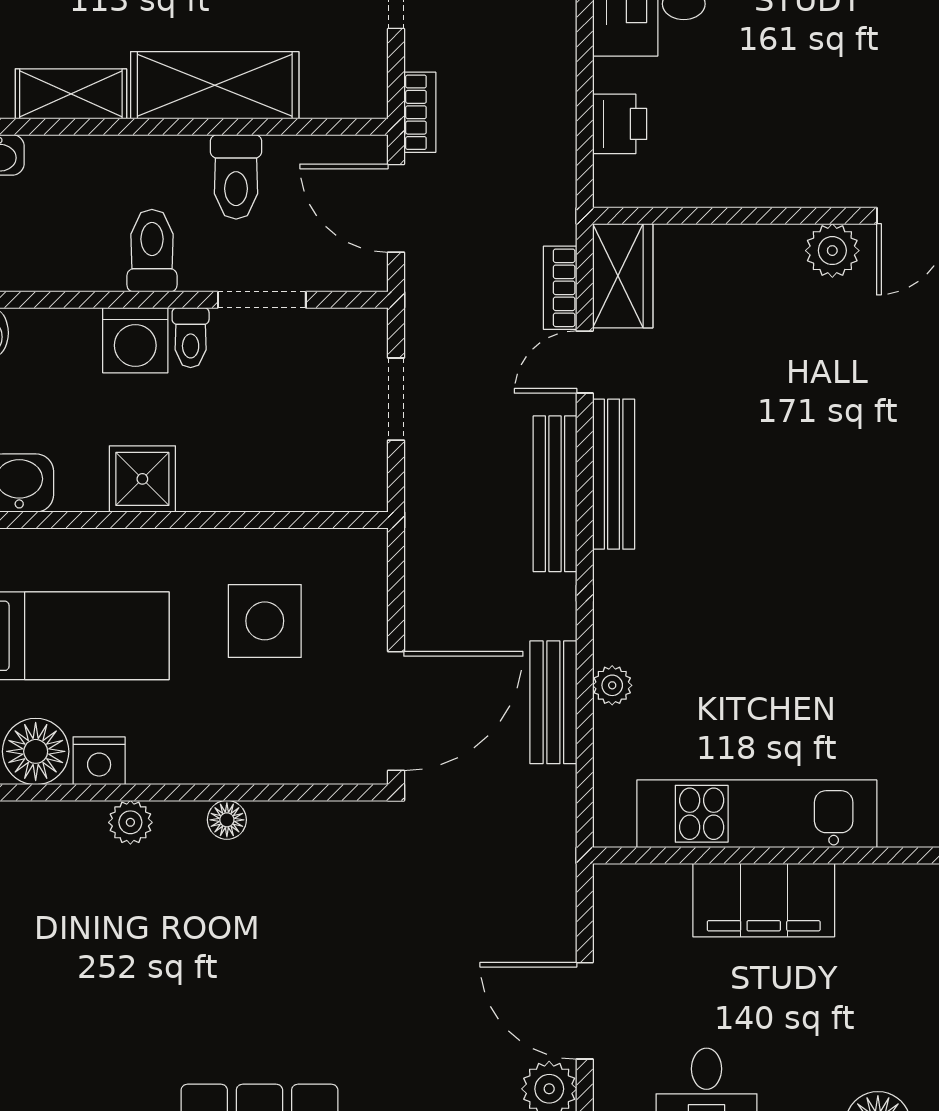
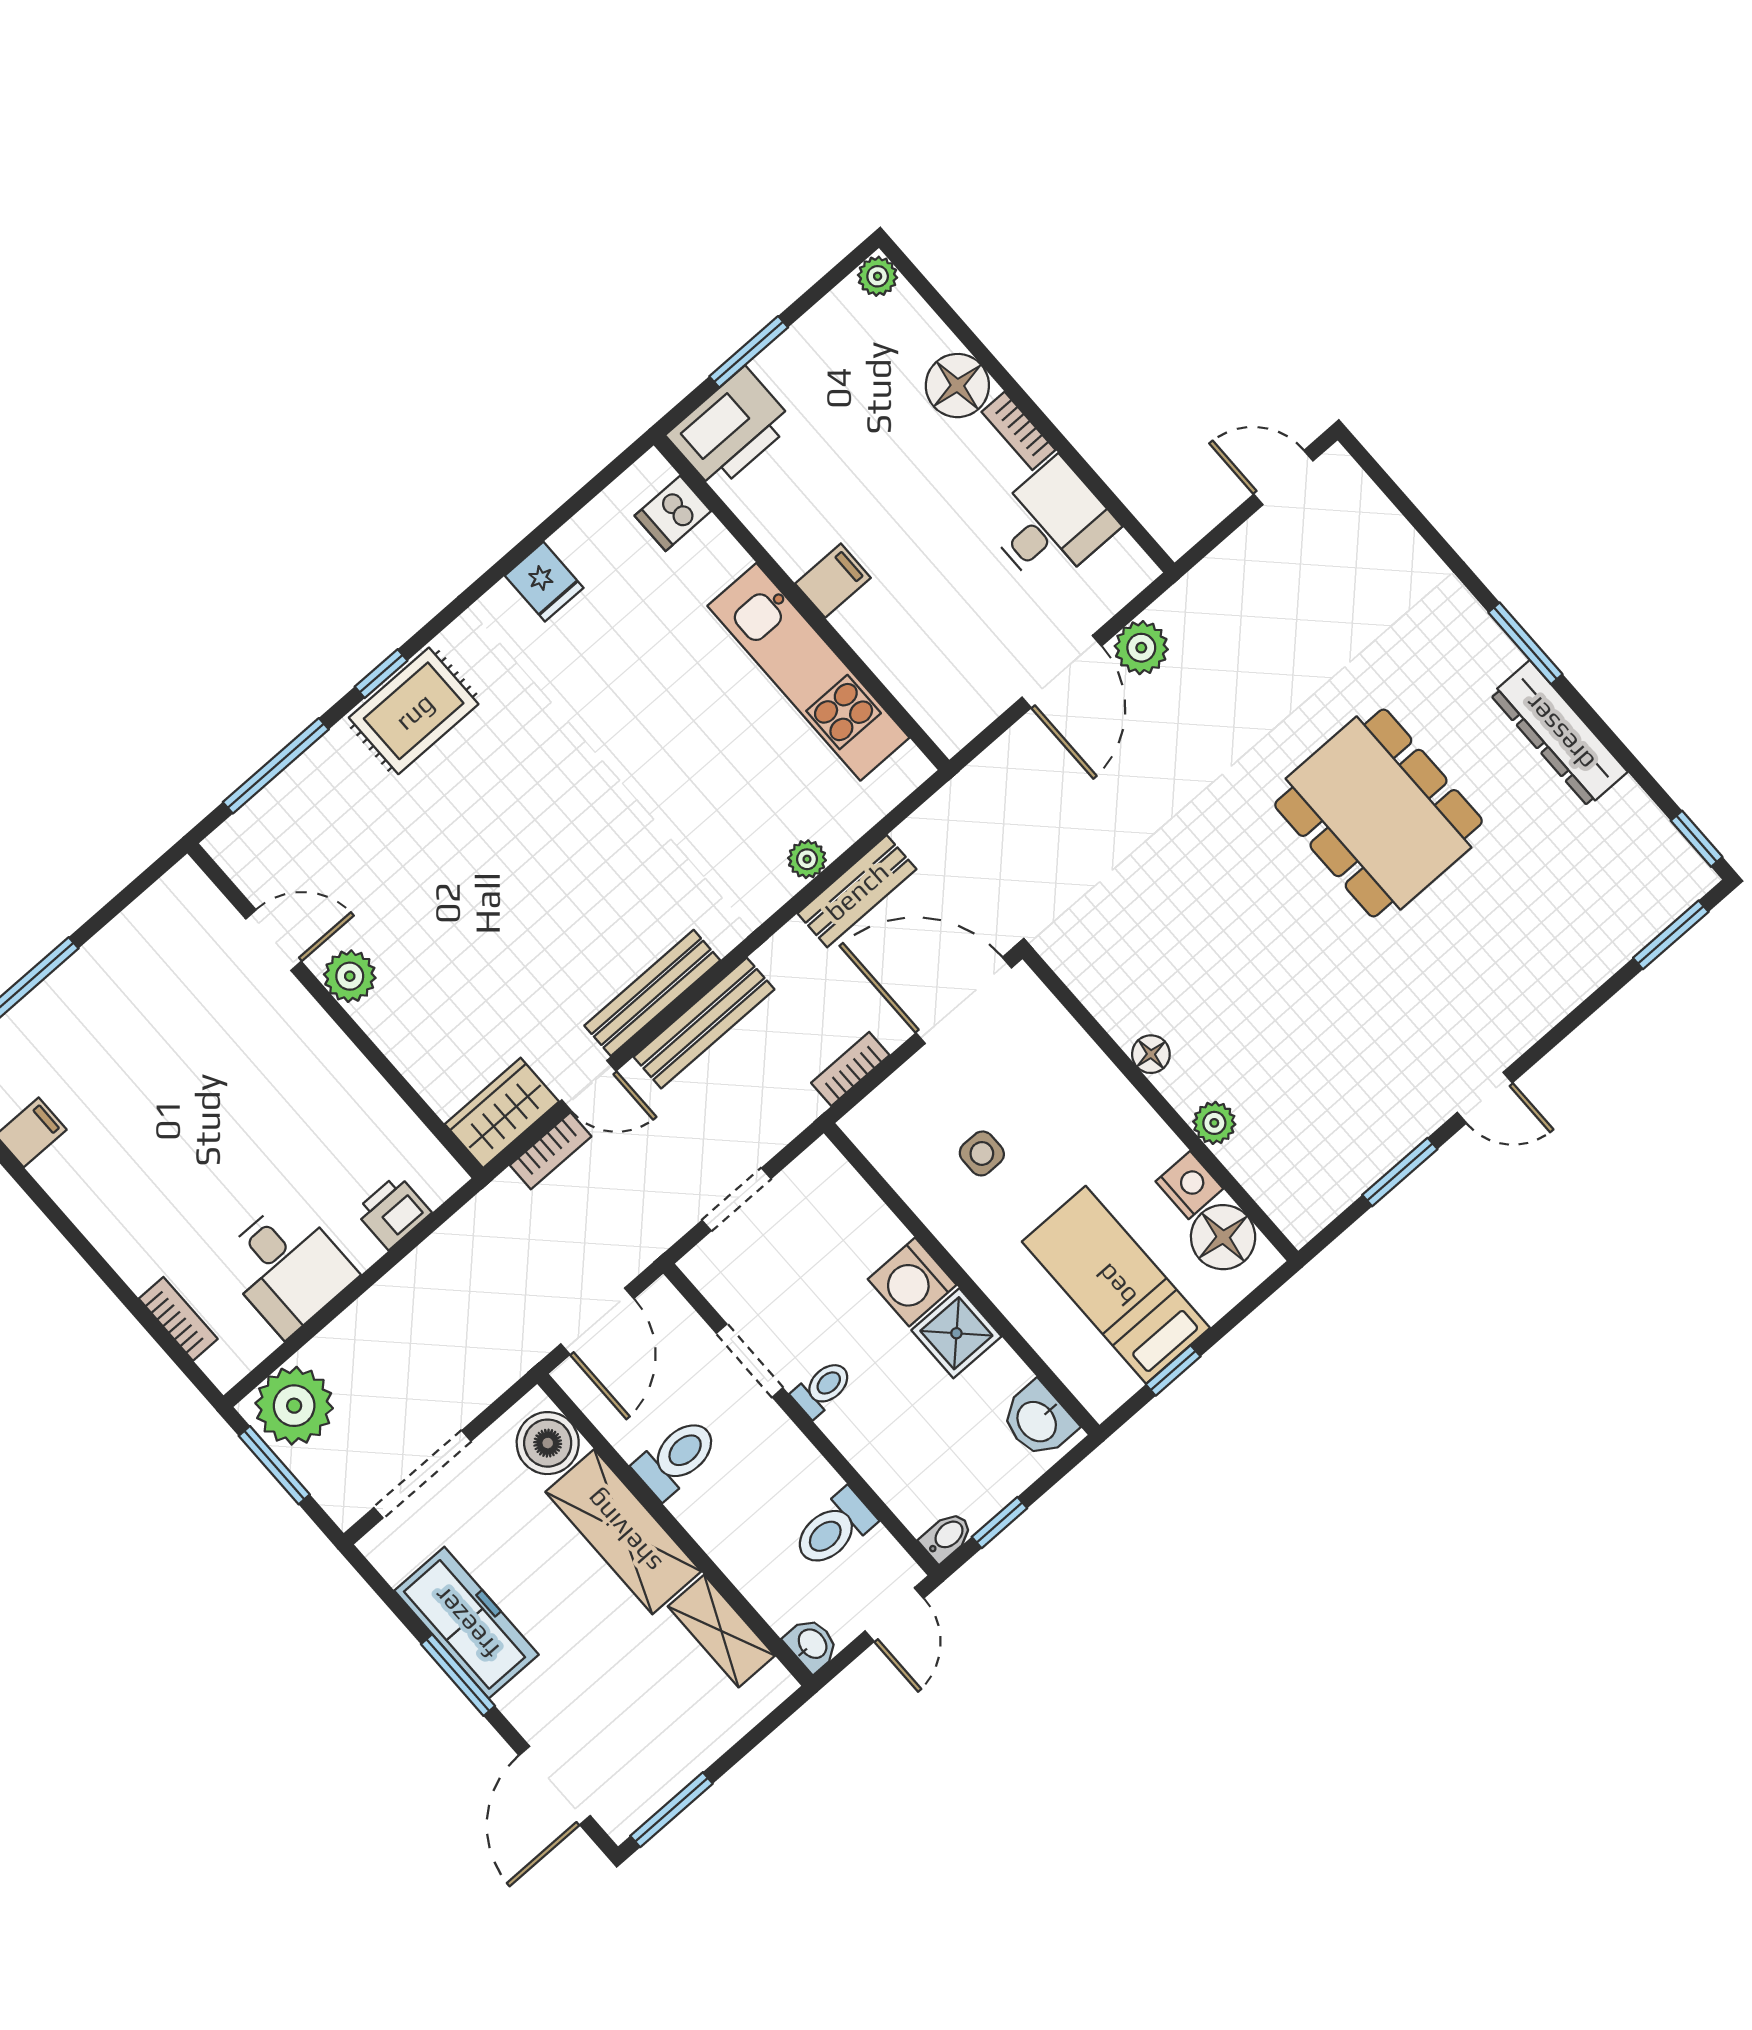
boiler: (335, 87) -> (548, 1443), added
bookcase: (420, 112) -> (850, 1069), moved
toilet: (152, 251) -> (834, 1529), moved
washing machine: (135, 340) -> (912, 1282), moved, turned 180
side table: (265, 621) -> (982, 1153), width x0.54, depth x0.54
filing cabinet: (764, 900) -> (833, 581), width x0.33, depth x0.86

